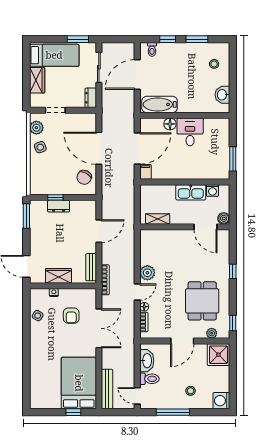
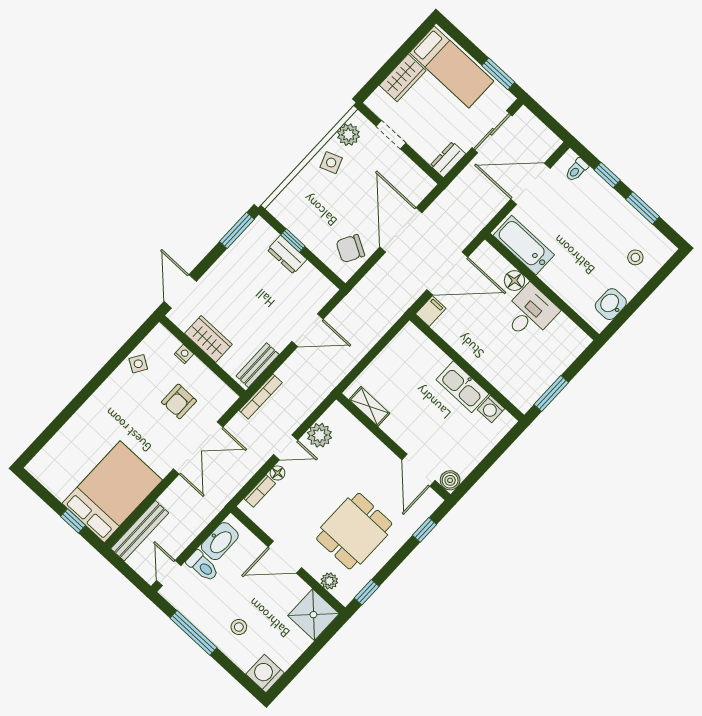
boiler: (224, 218) -> (450, 480), moved
shelving: (158, 219) -> (369, 406), moved
wall: (185, 227) -> (393, 447), moved
door: (206, 227) -> (419, 470), moved

